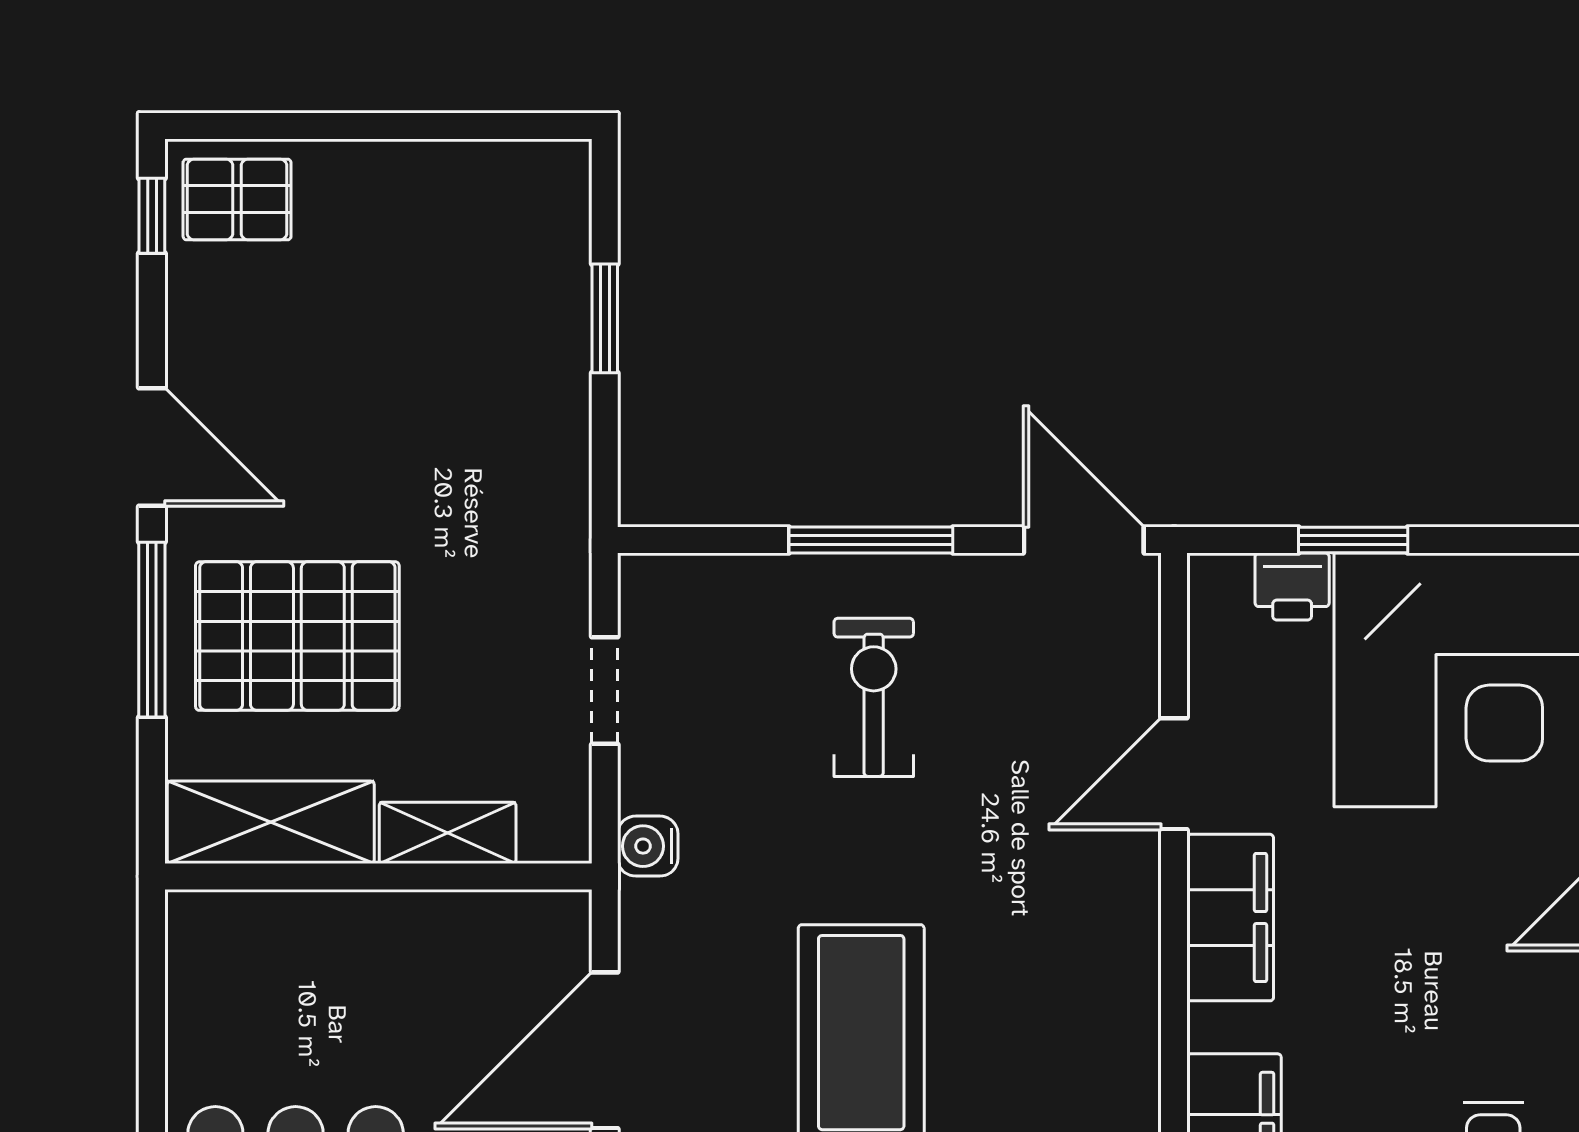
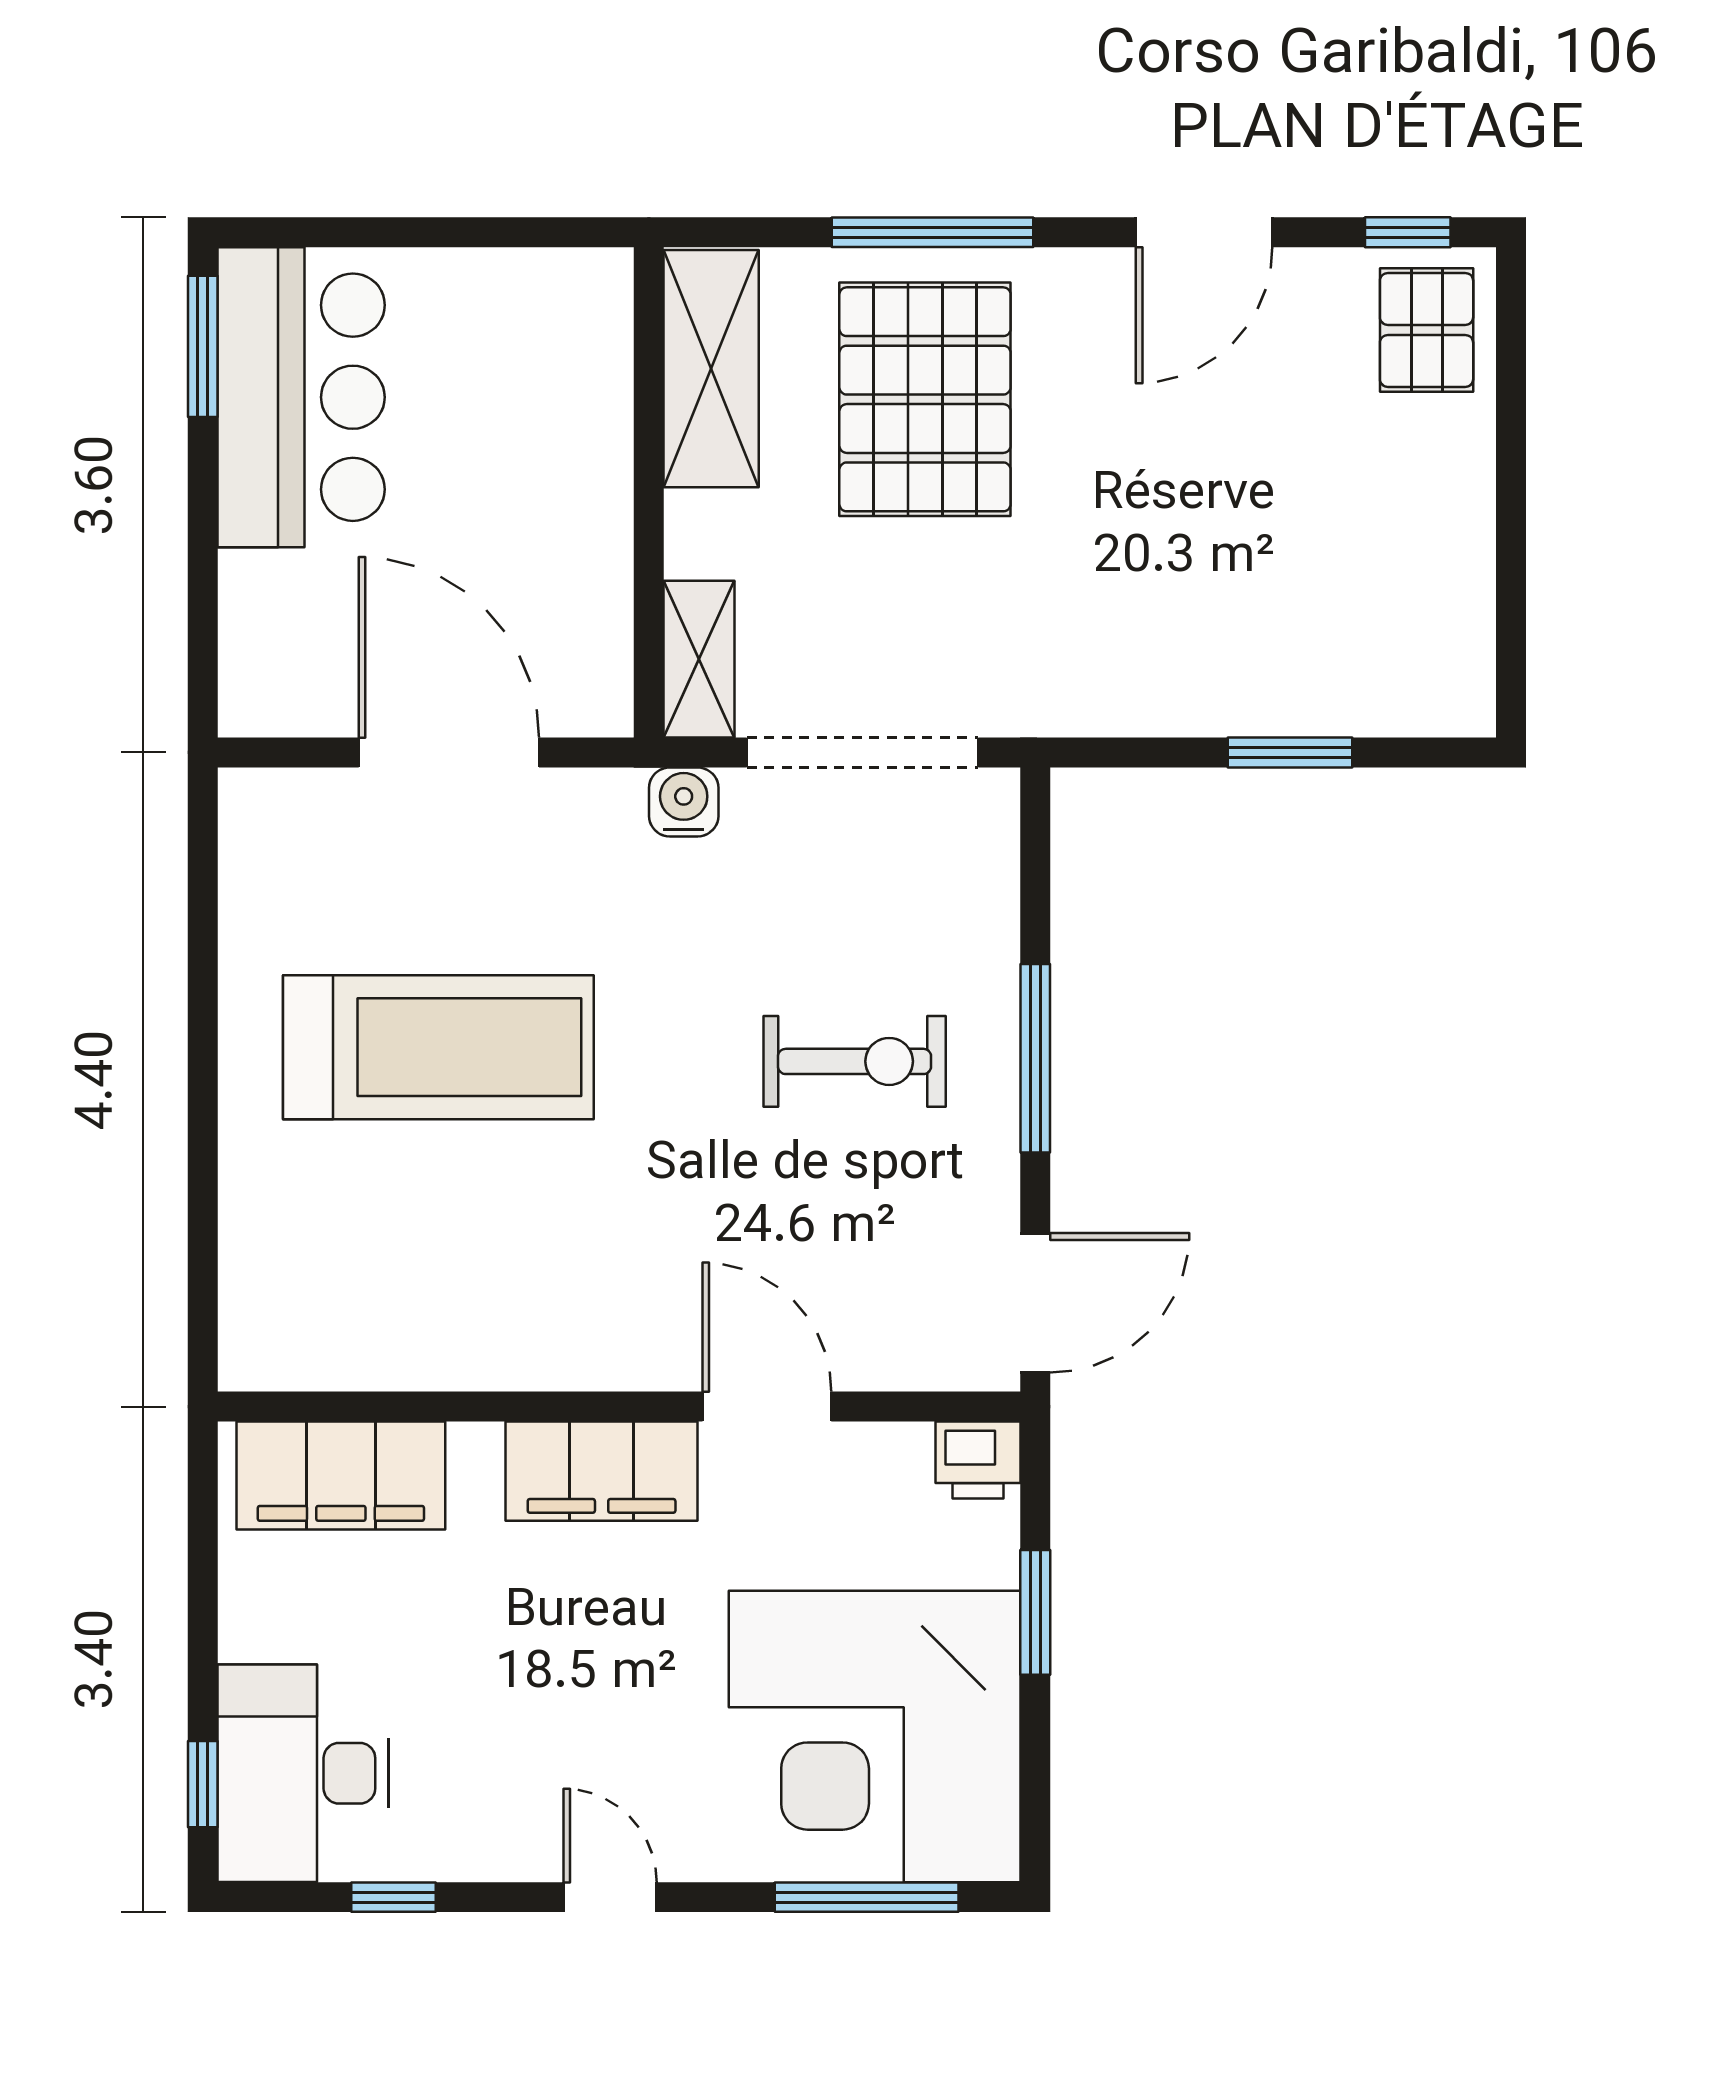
door: (152, 447) -> (1204, 232), moved
printer: (1292, 587) -> (978, 1460), moved, turned -90
doorway: (605, 691) -> (862, 752), width x1.88
shelving: (448, 833) -> (699, 659), moved

